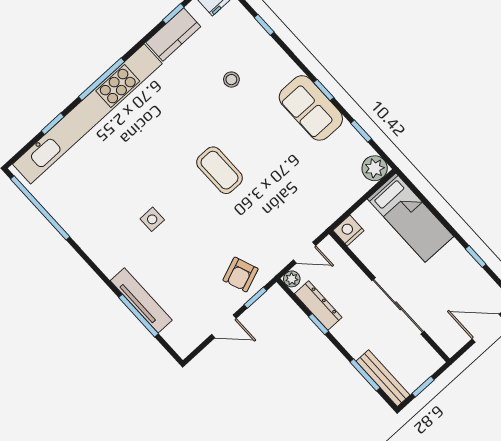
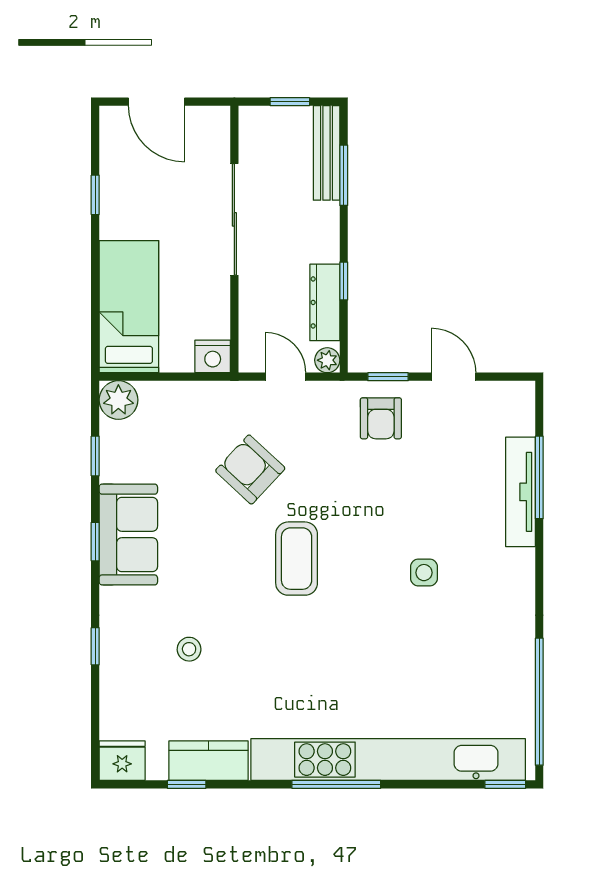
window: (264, 25) -> (95, 646), moved
window: (53, 124) -> (505, 784), moved
armchair: (281, 193) -> (250, 469), added
armchair: (241, 275) -> (381, 418), turned 111

